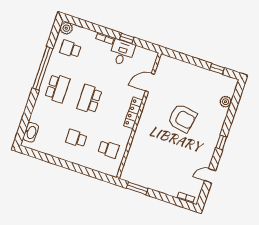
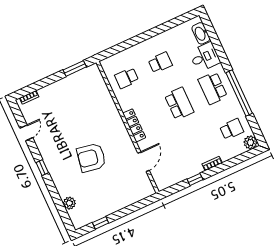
desk: (122, 53) -> (205, 57), moved, turned -90

